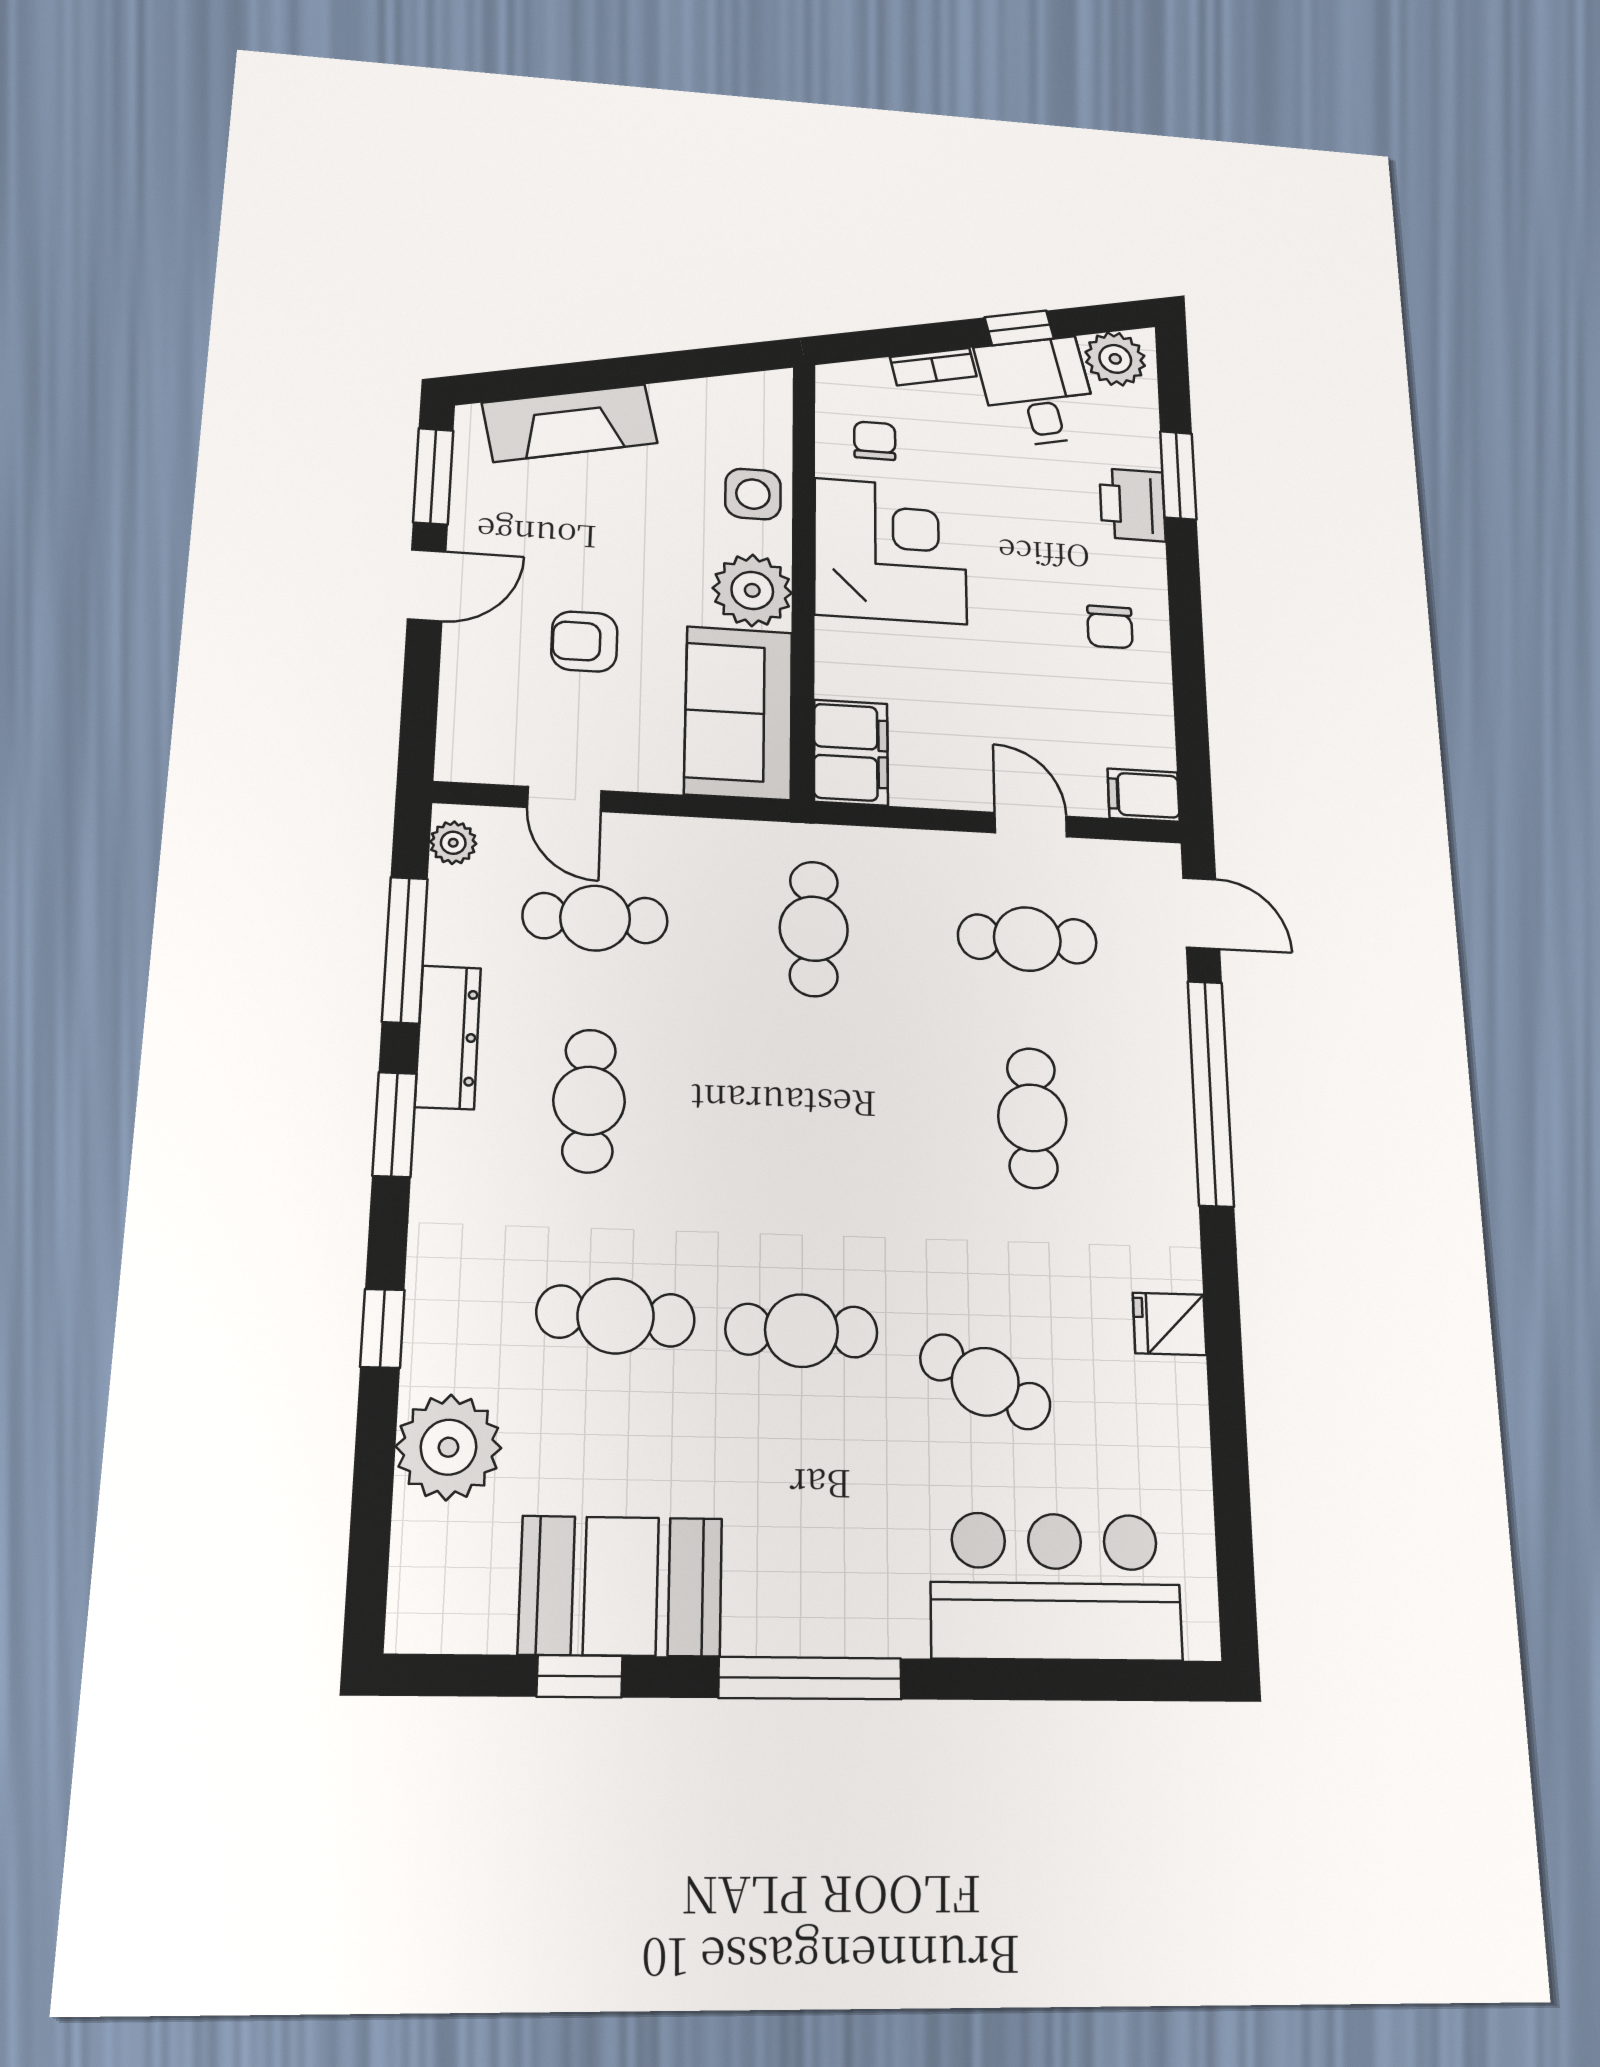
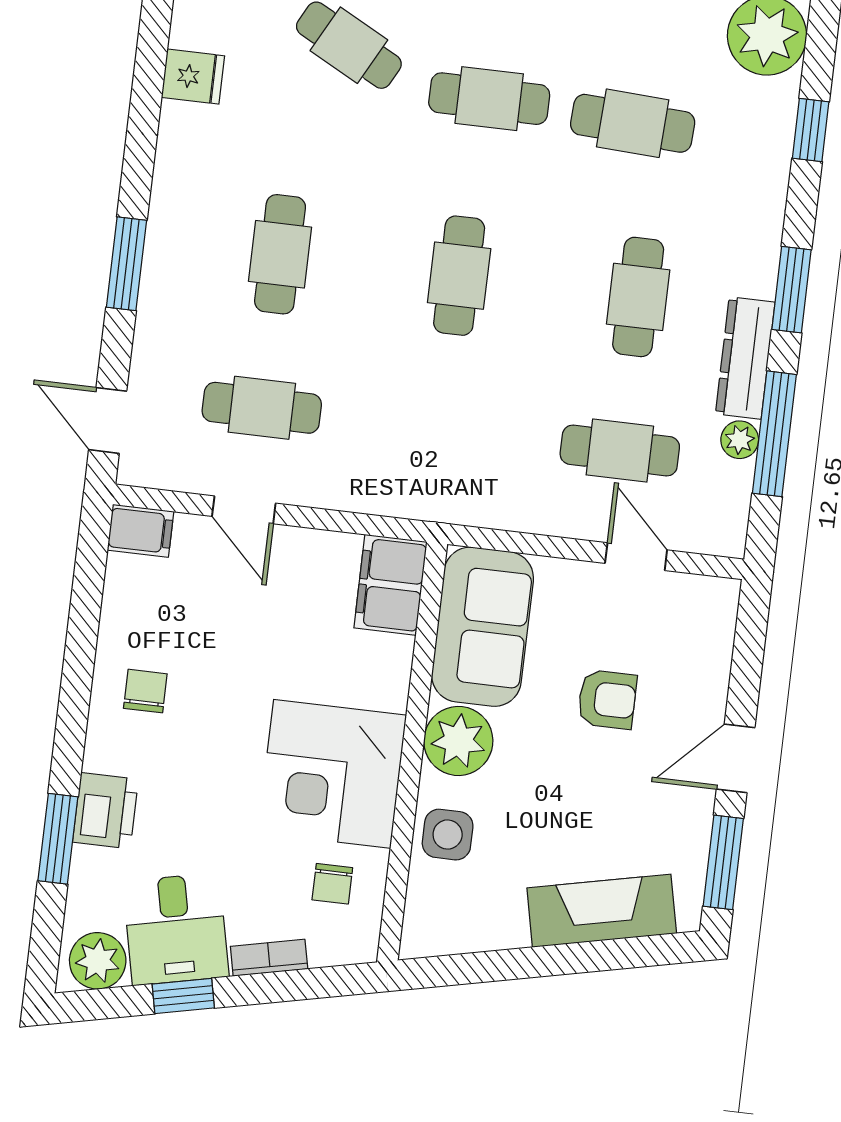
plant: (453, 843) -> (740, 440), moved
cafe table: (814, 929) -> (459, 276), moved
window: (1211, 1093) -> (126, 264), width x0.47

